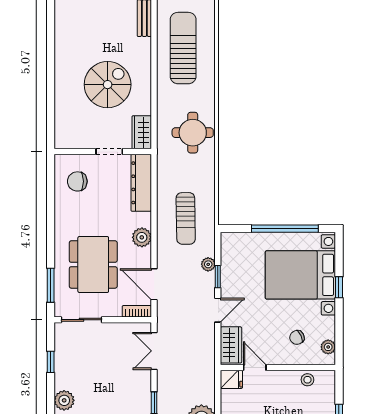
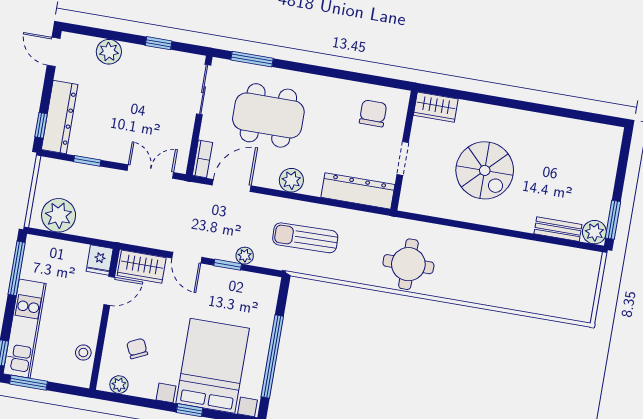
sun lounger: (183, 48) -> (514, 270), removed
wardrobe: (142, 132) -> (436, 107), moved, turned 180

